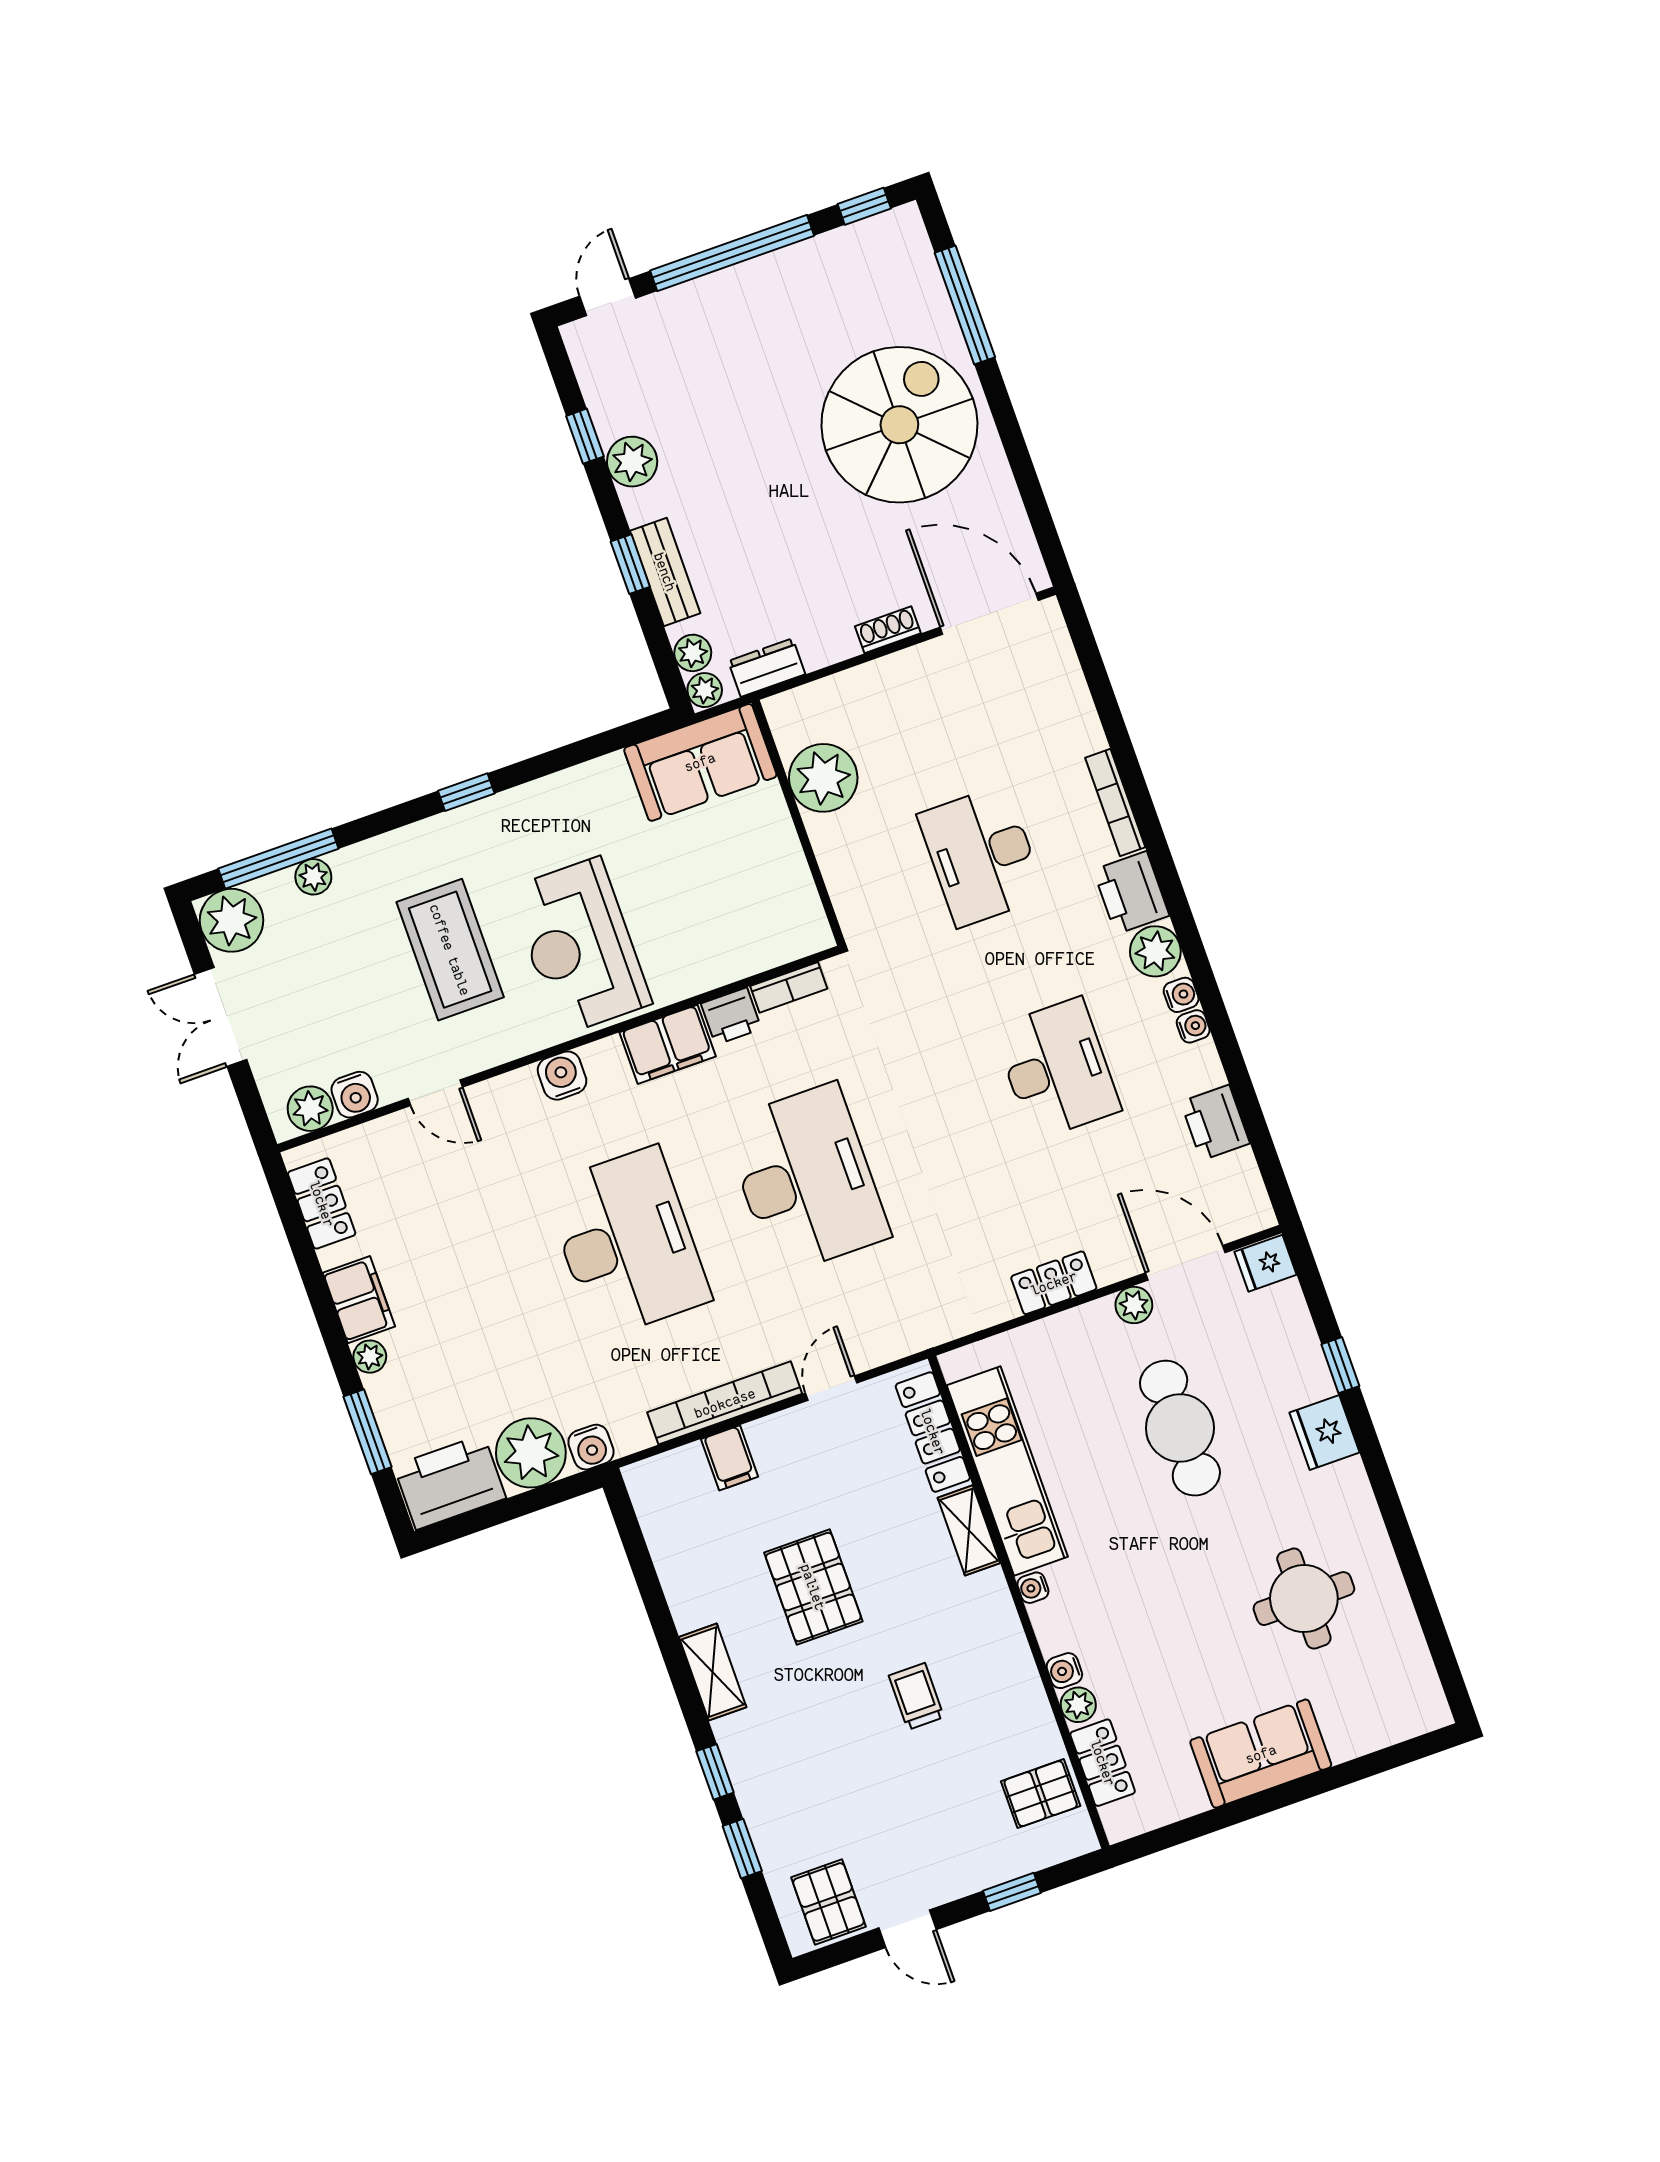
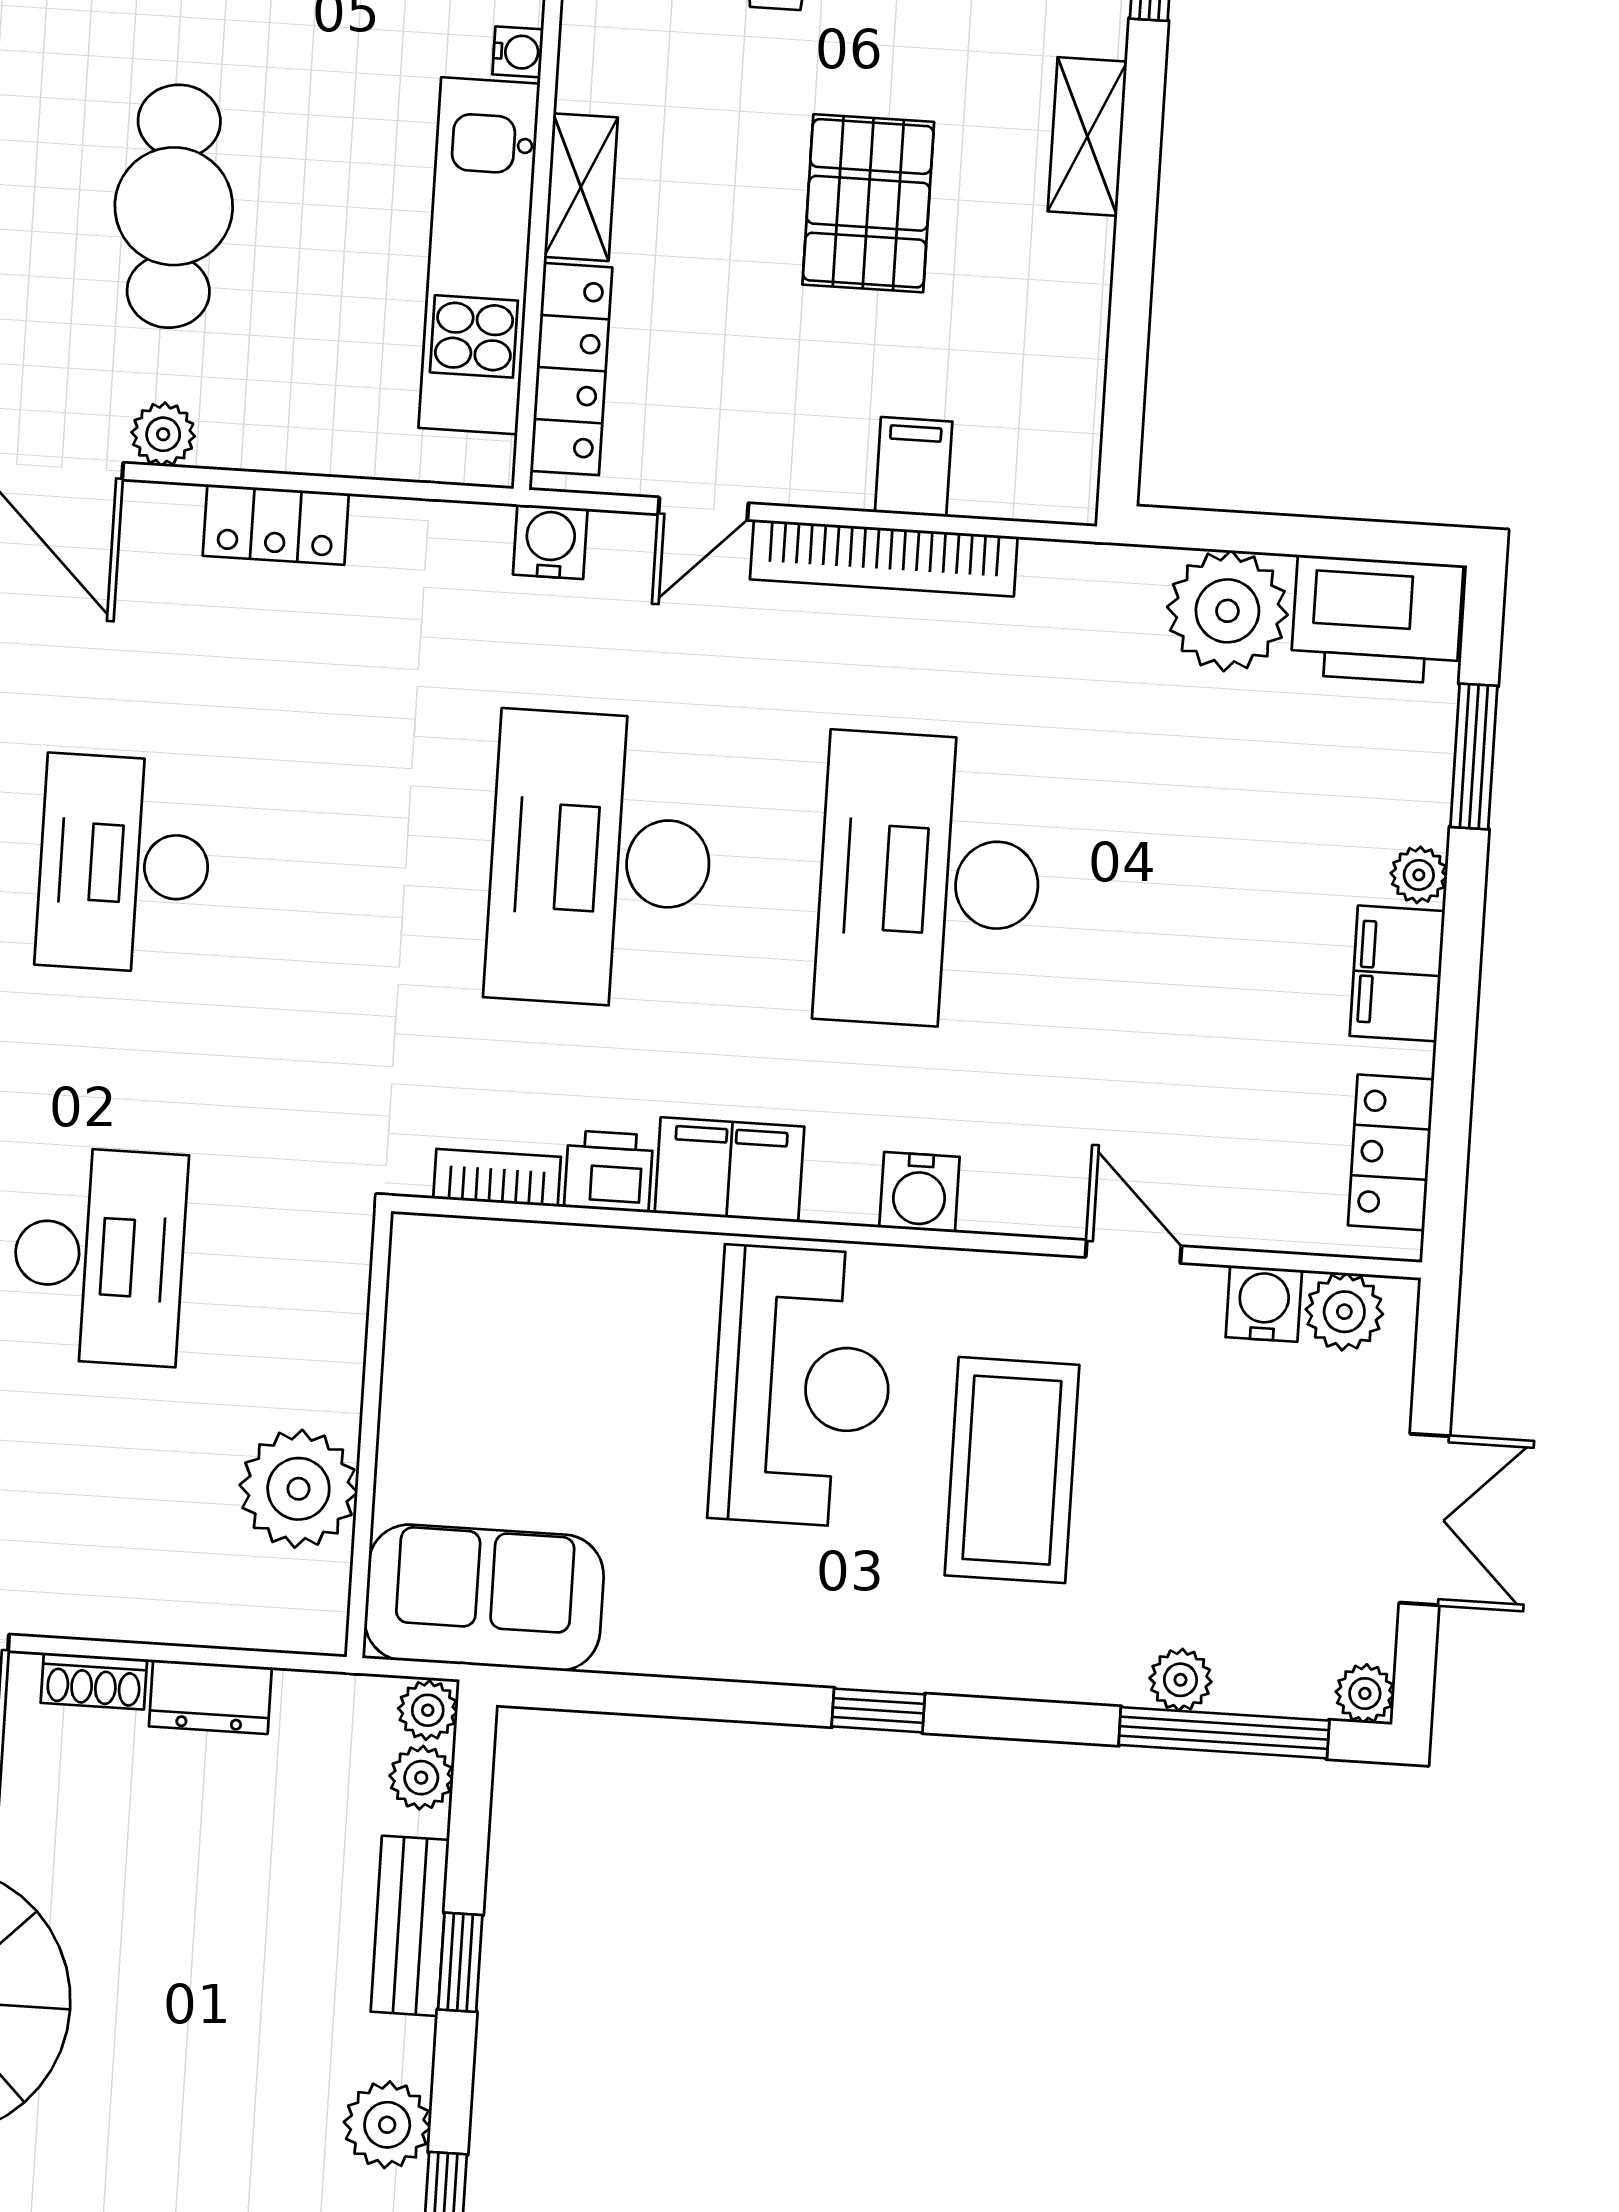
dresser: (767, 668) -> (210, 1697), moved
plant: (232, 920) -> (1365, 1693), width x0.53, depth x0.53
water cooler: (591, 1447) -> (550, 542), moved

